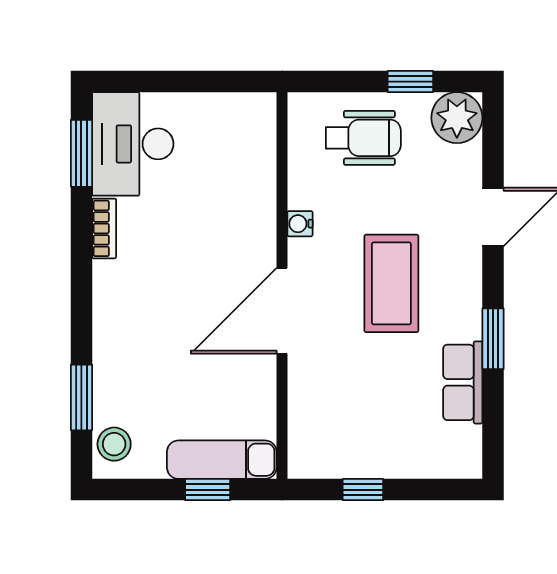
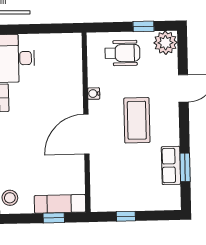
window: (493, 339) -> (185, 167), moved

